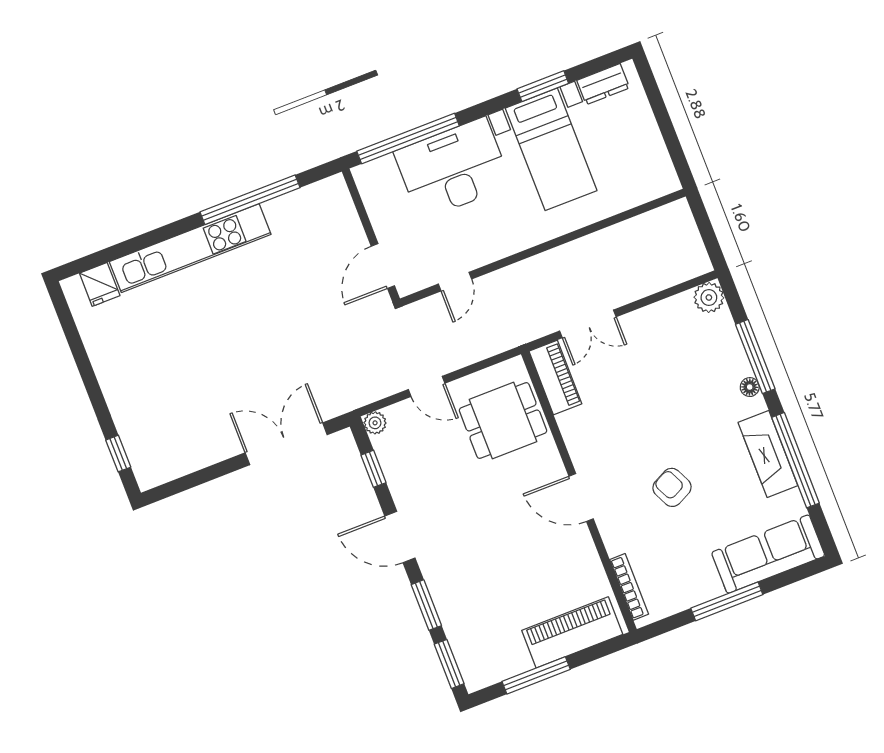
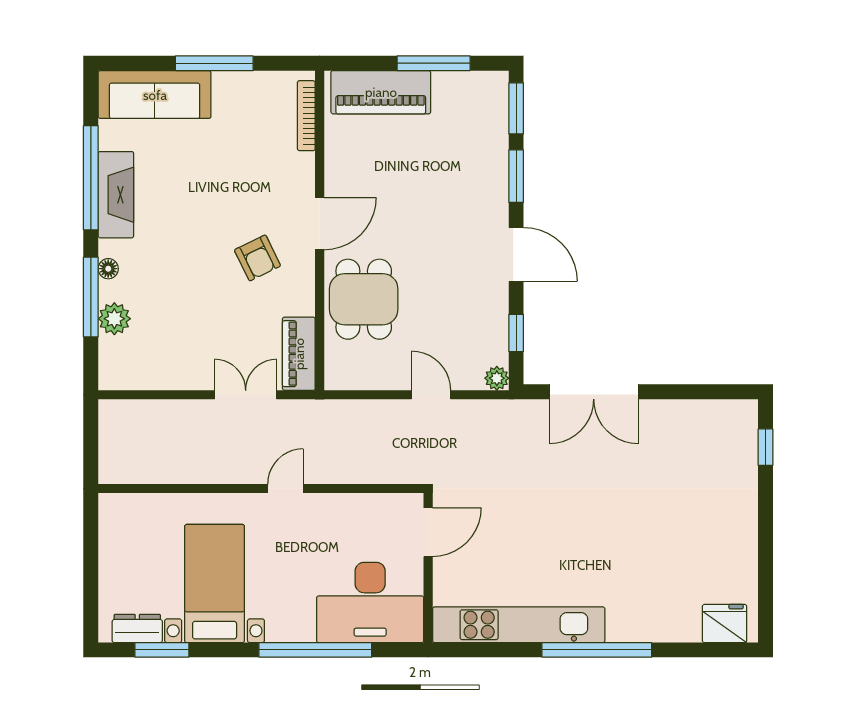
window: (543, 86) -> (162, 650), moved
window: (408, 138) -> (315, 650), moved
desk: (453, 169) -> (370, 602), moved
window: (250, 200) -> (597, 650), moved
kitchen unit: (190, 248) -> (519, 625), moved
door: (455, 282) -> (285, 489), moved
fridge: (100, 284) -> (725, 623), width x1.38
plant: (709, 298) -> (114, 319), moved
dining table: (503, 421) -> (364, 299), moved, turned 90
armchair: (672, 487) -> (257, 258), moved
door: (581, 497) -> (320, 224), hinge flipped

